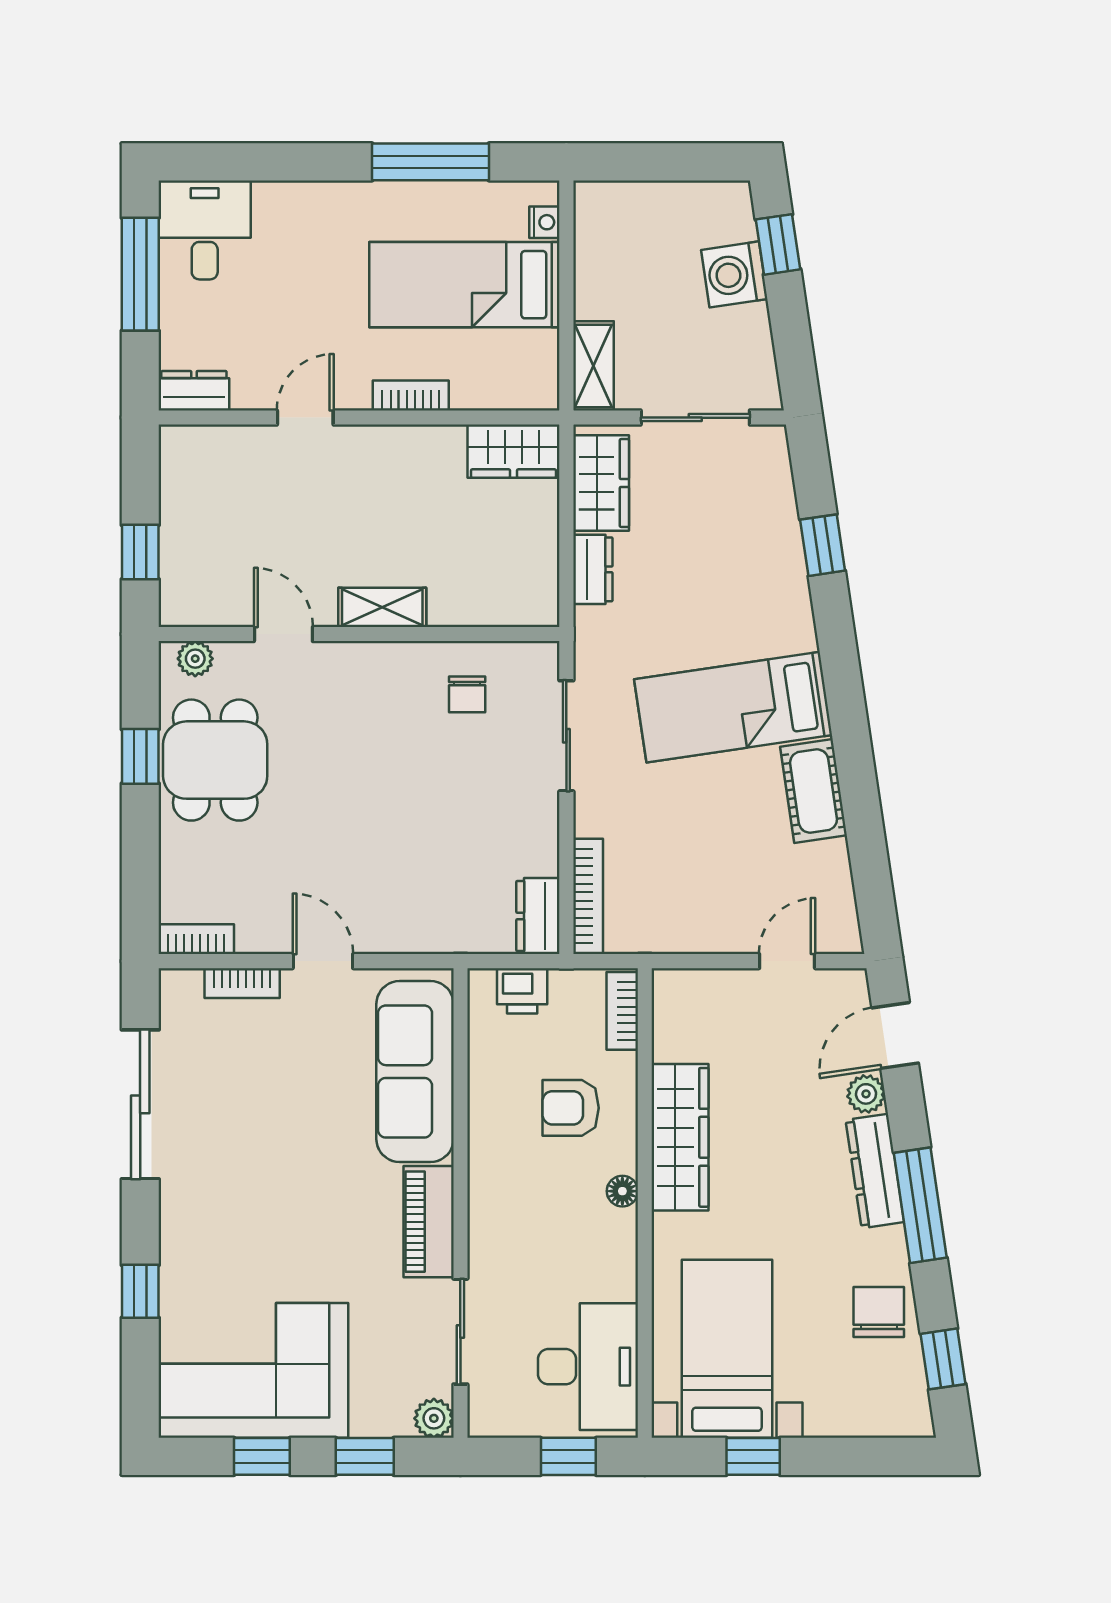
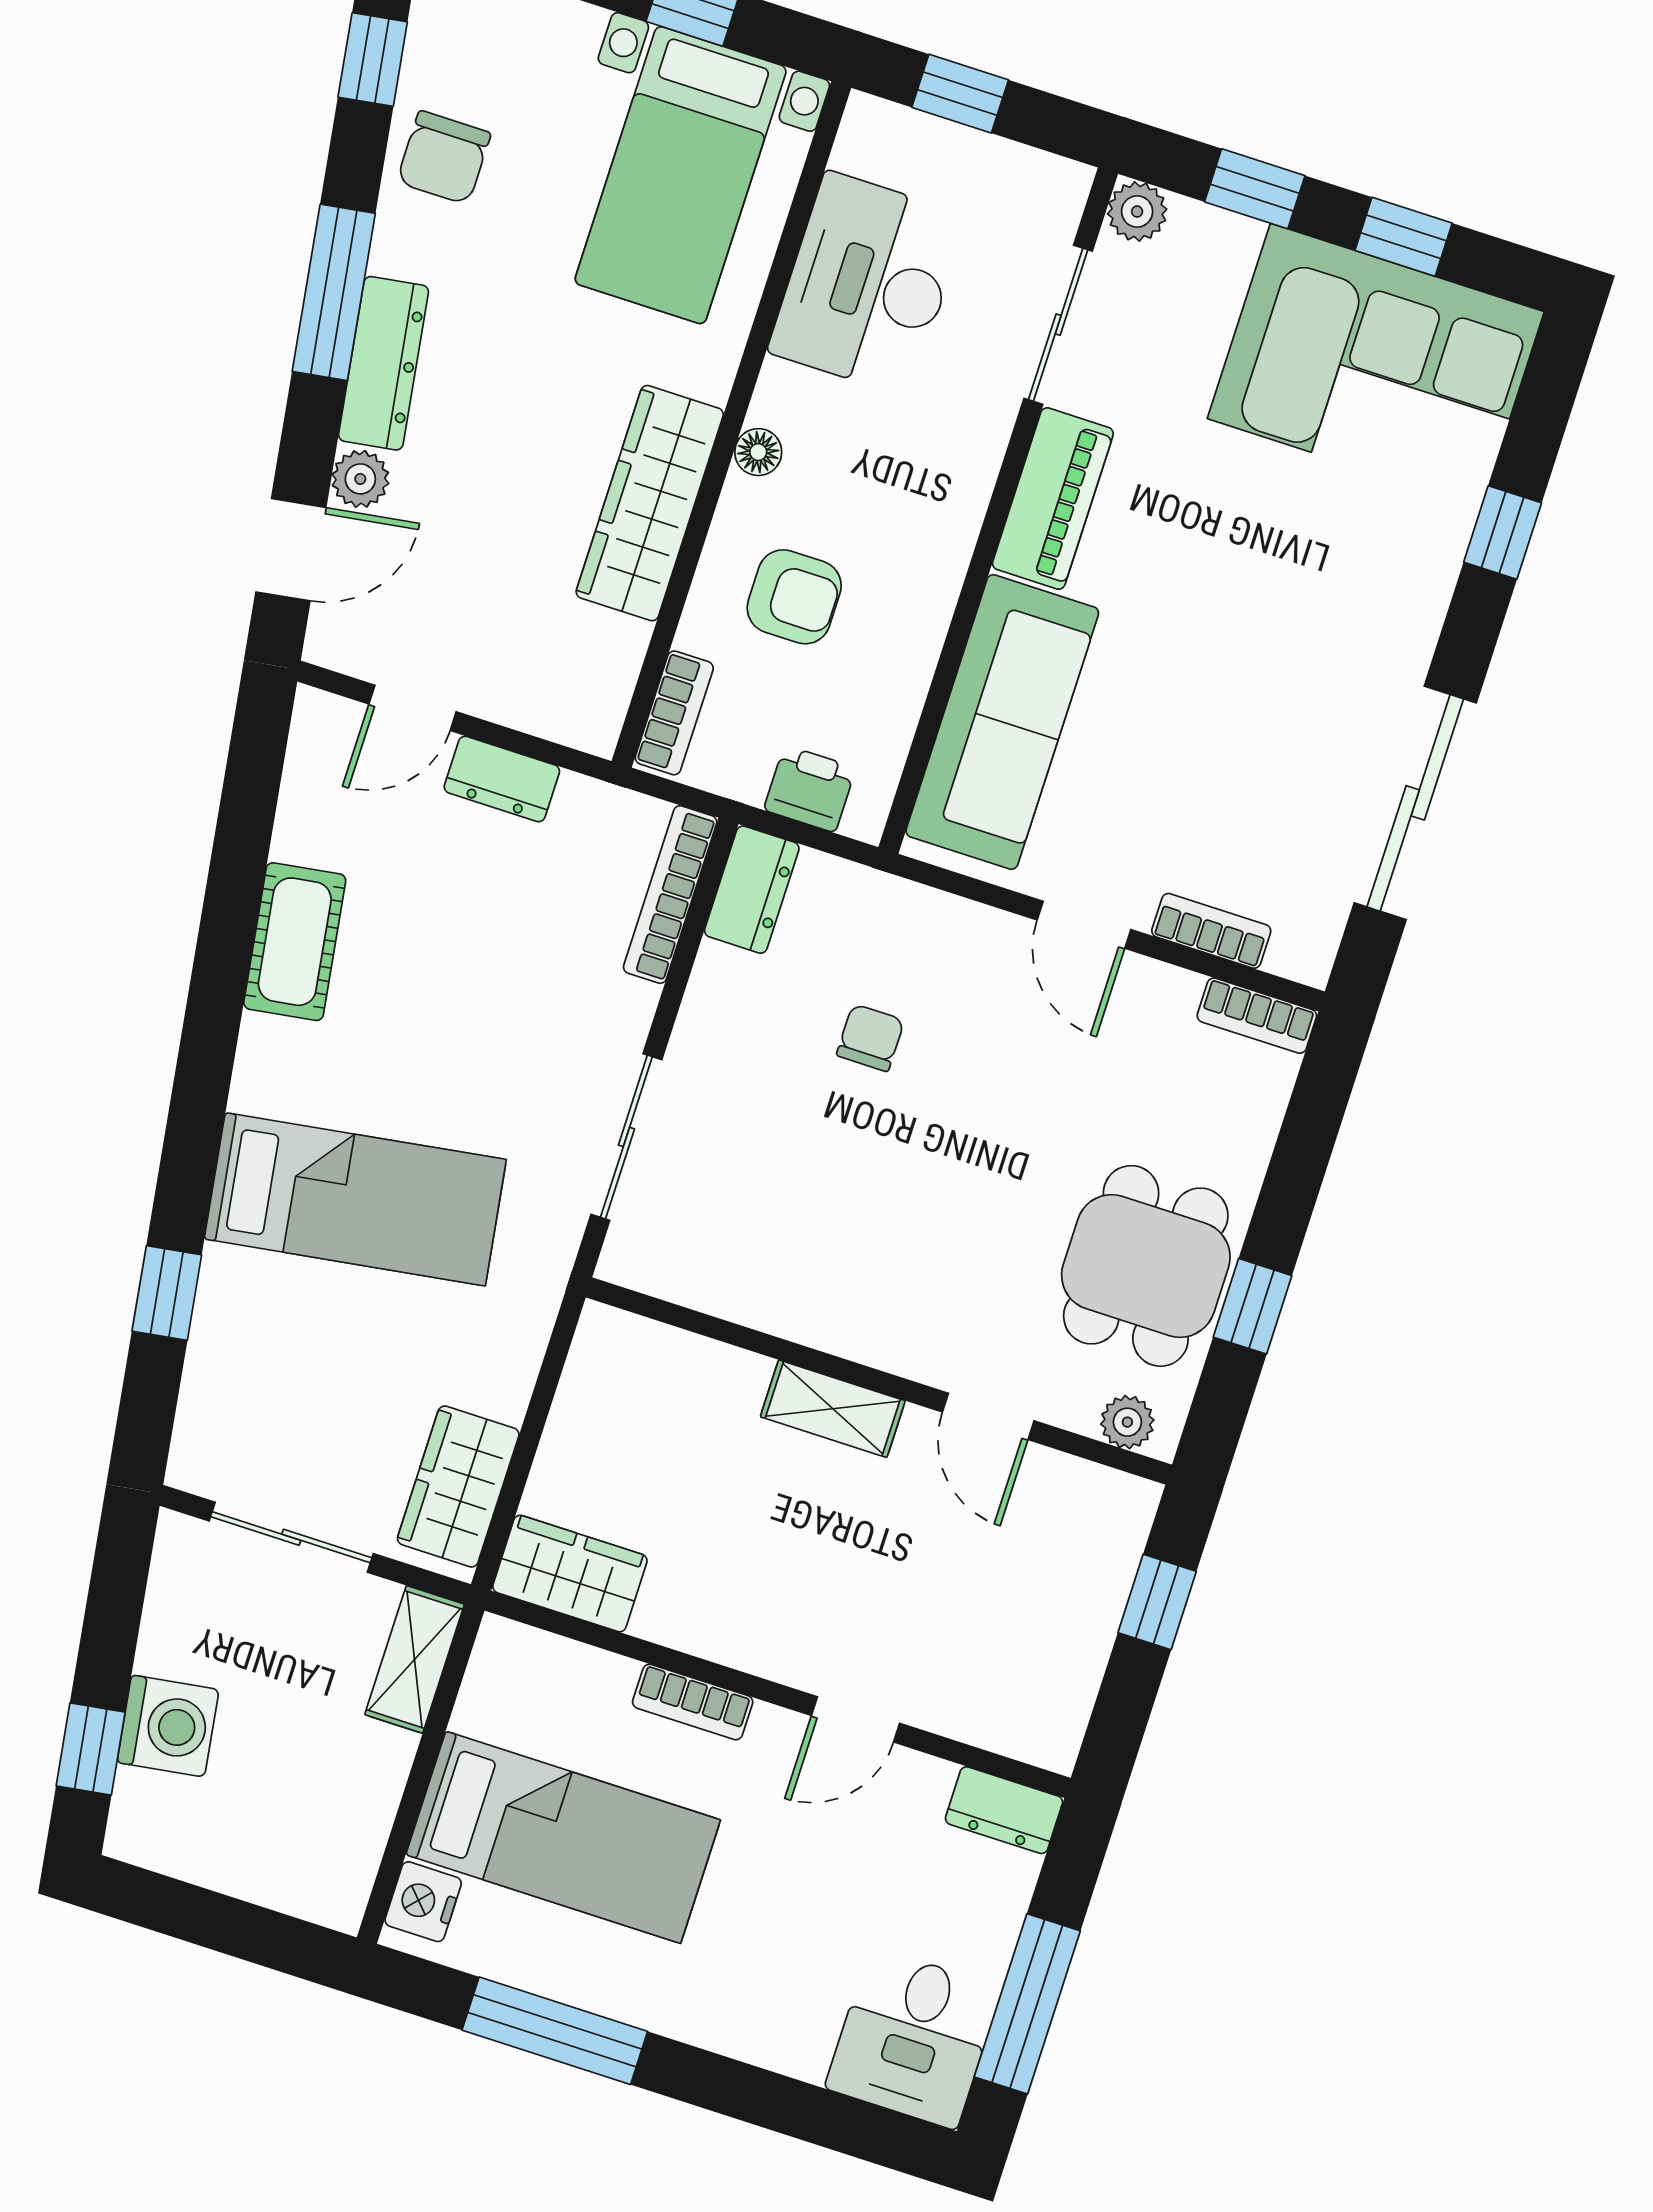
nightstand: (544, 222) -> (423, 1902), width x1.39, depth x1.35
dresser: (593, 569) -> (502, 779), moved, turned -90
chair: (467, 694) -> (870, 1038), moved
bed: (733, 707) -> (355, 1199), moved
desk: (588, 1367) -> (868, 284), moved

